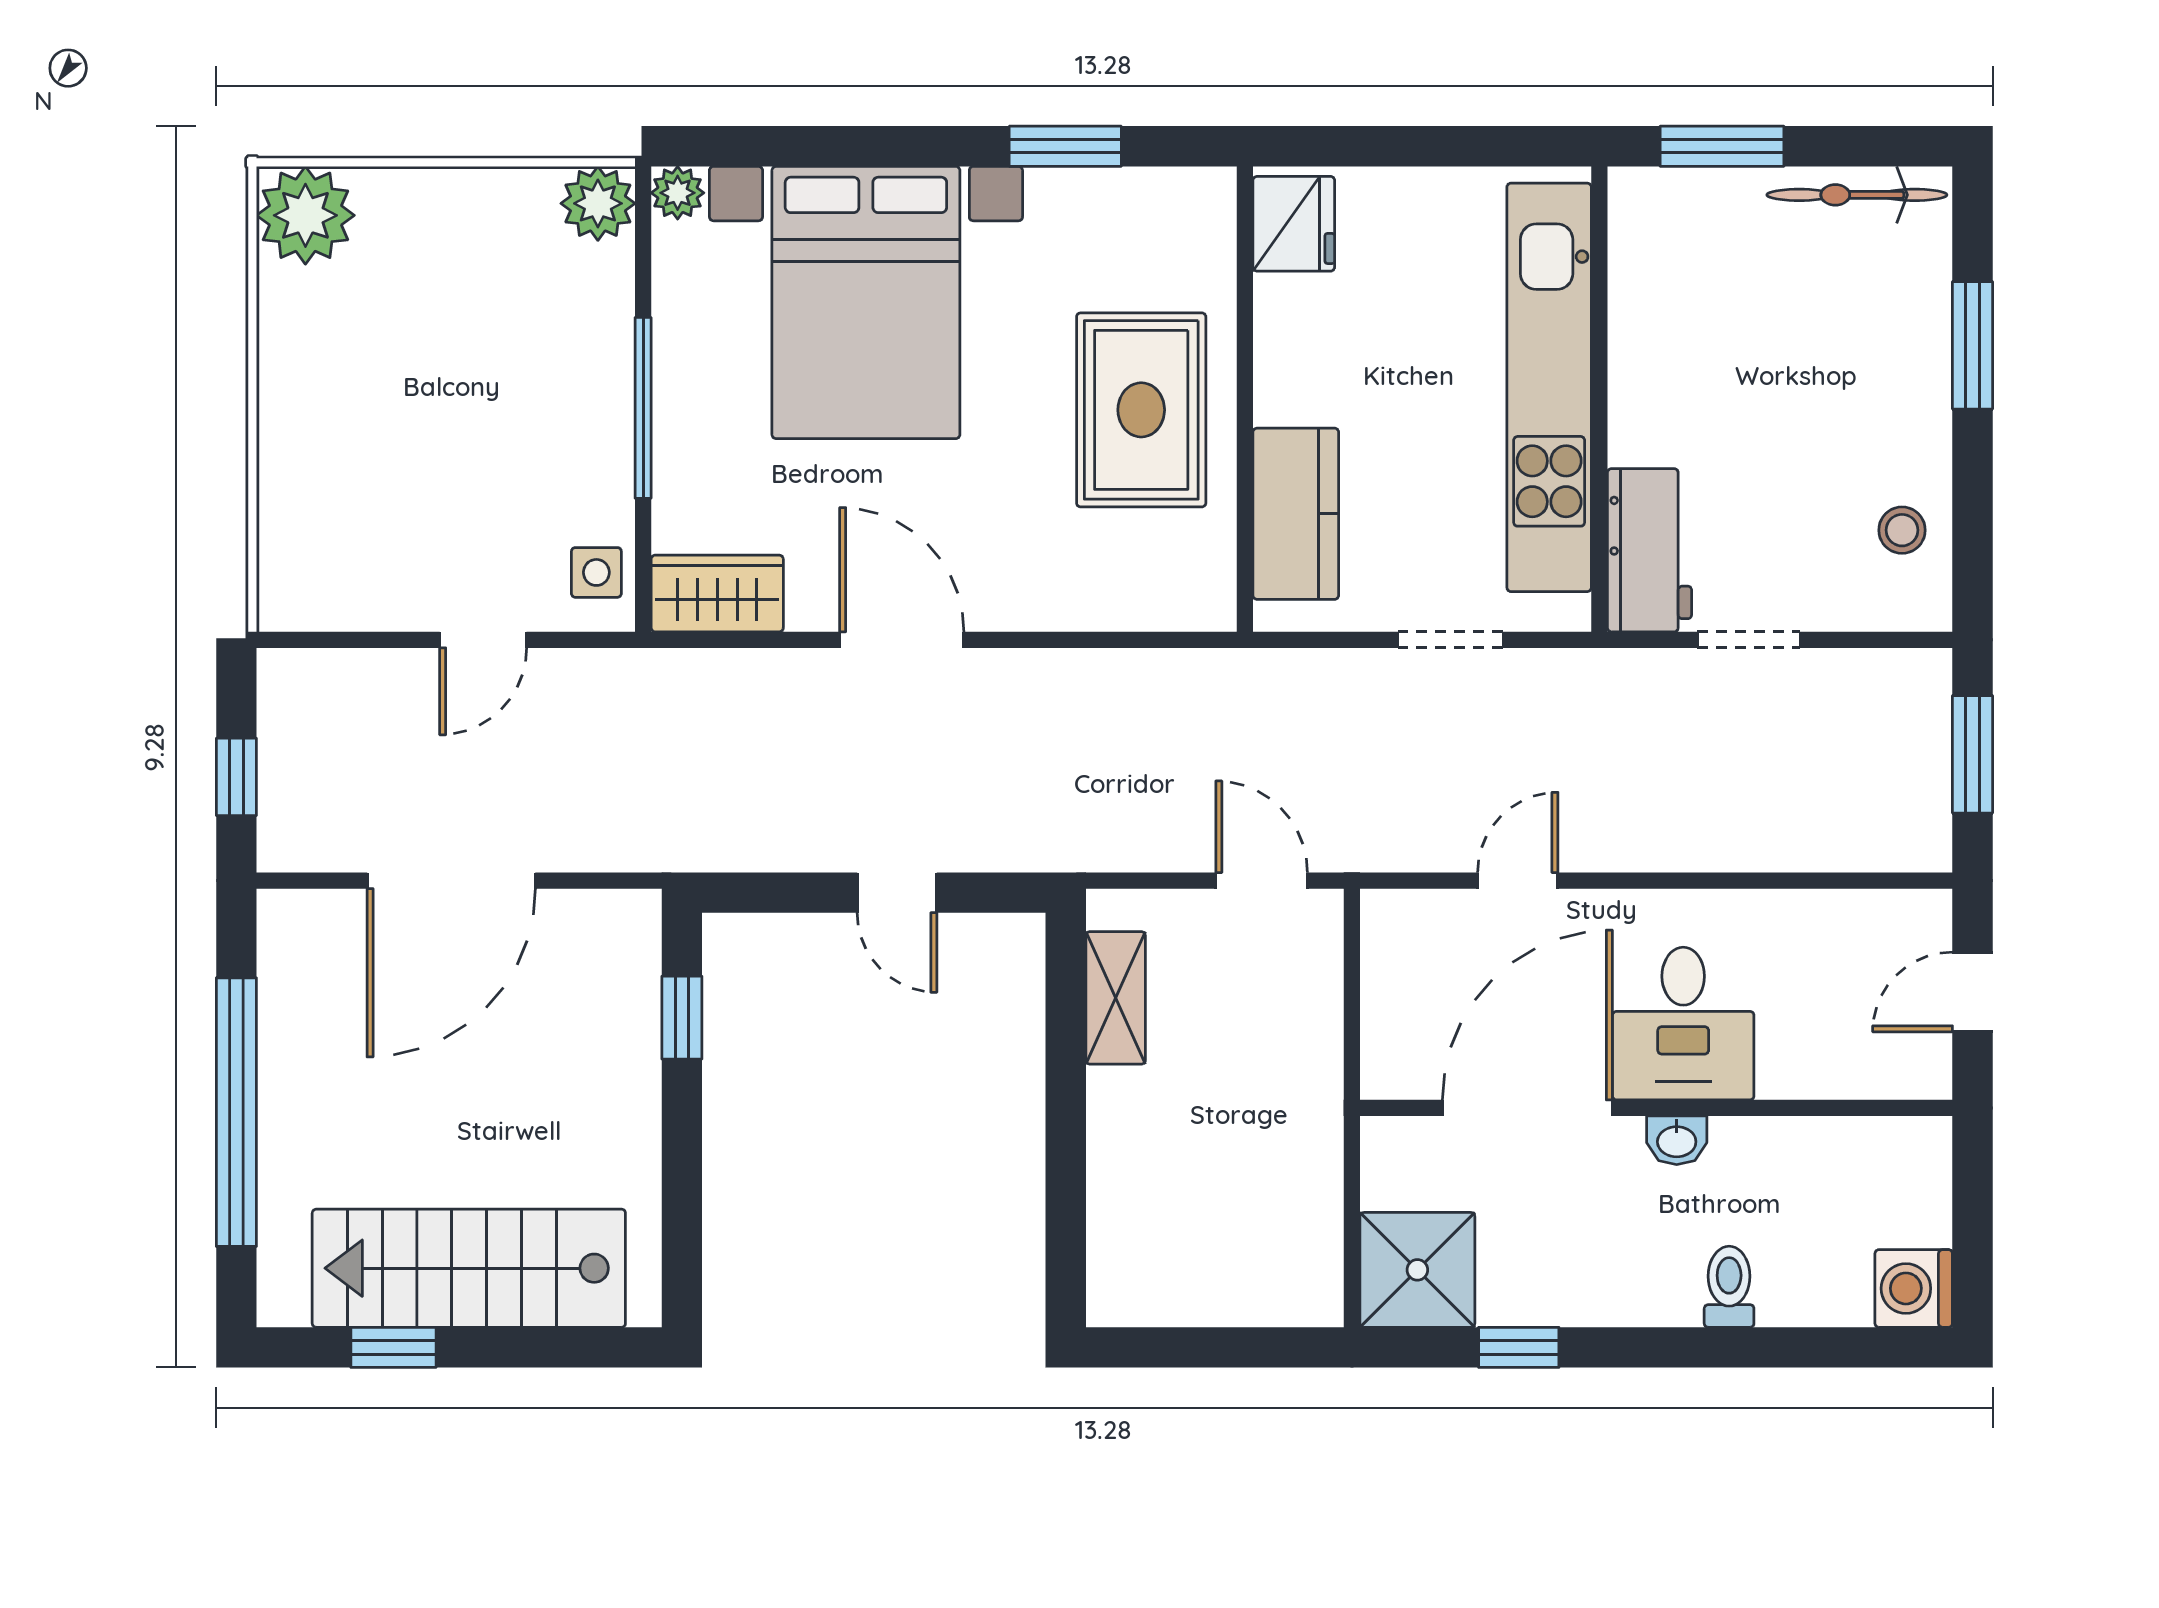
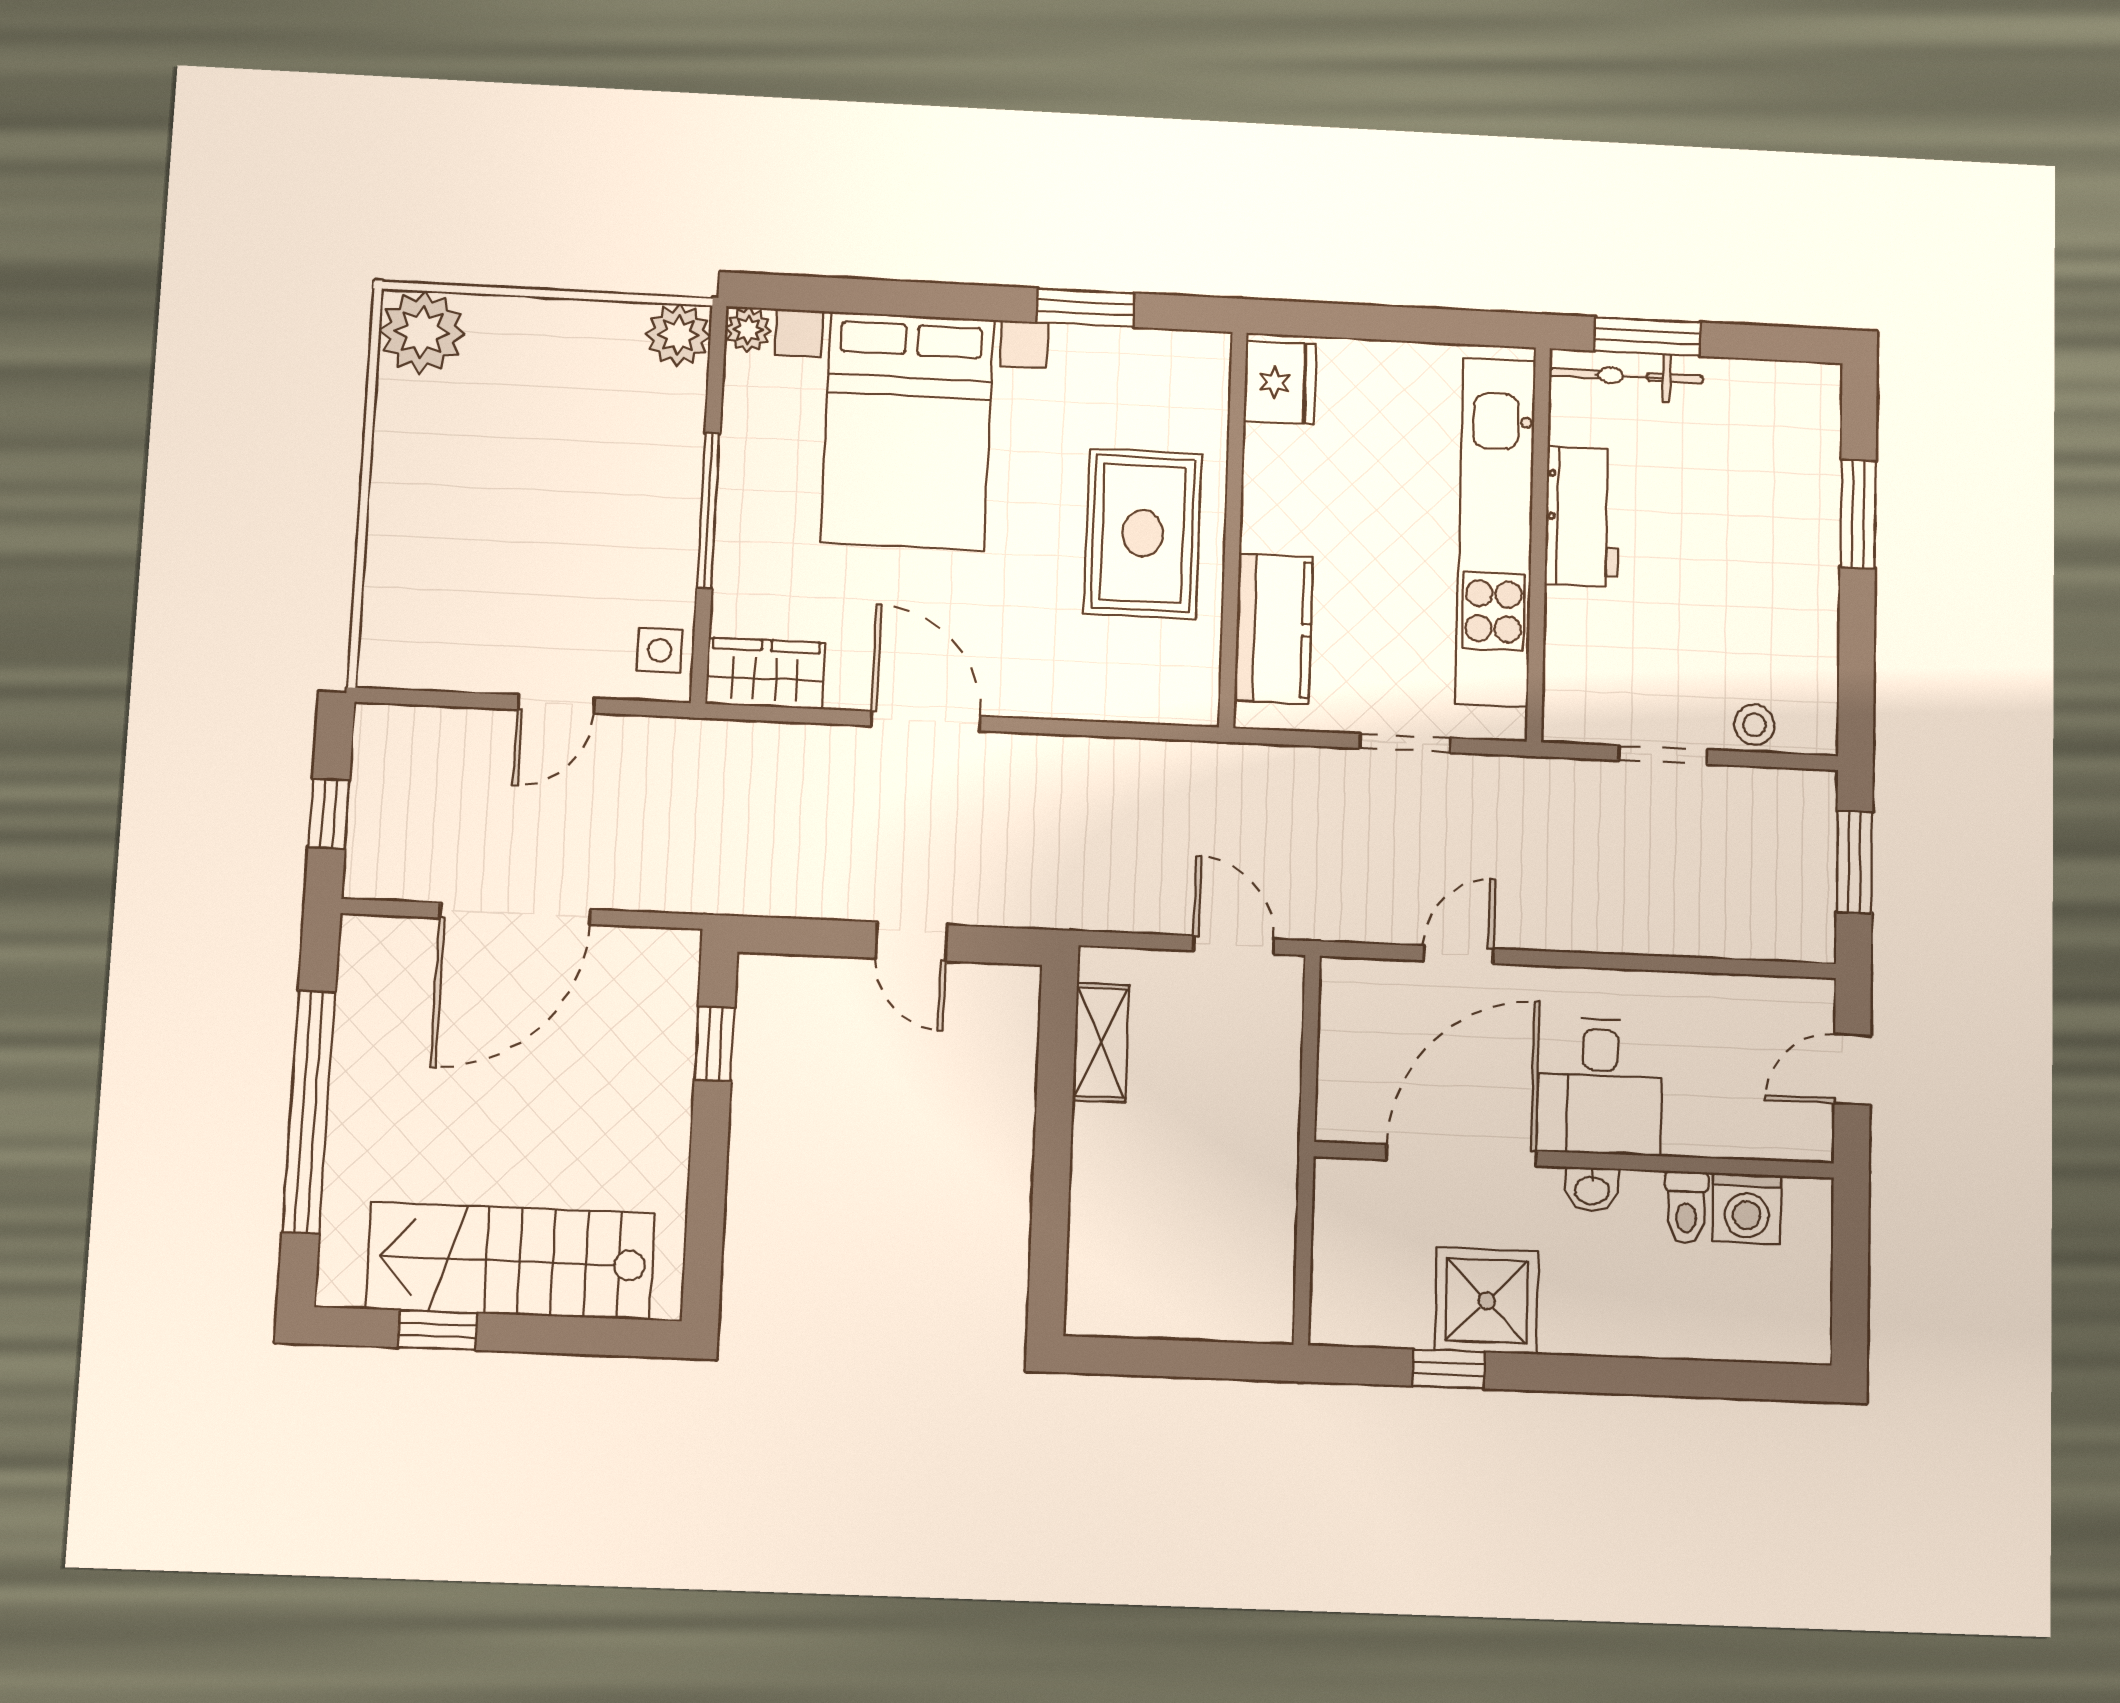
bicycle: (1857, 195) -> (1626, 376), moved
stool: (1902, 530) -> (1754, 725), moved
workbench: (1650, 550) -> (1582, 517), moved
shower: (1417, 1270) -> (1487, 1301), moved
toilet: (1729, 1287) -> (1686, 1208), moved, turned 180
washing machine: (1914, 1288) -> (1747, 1208), moved, turned -90

